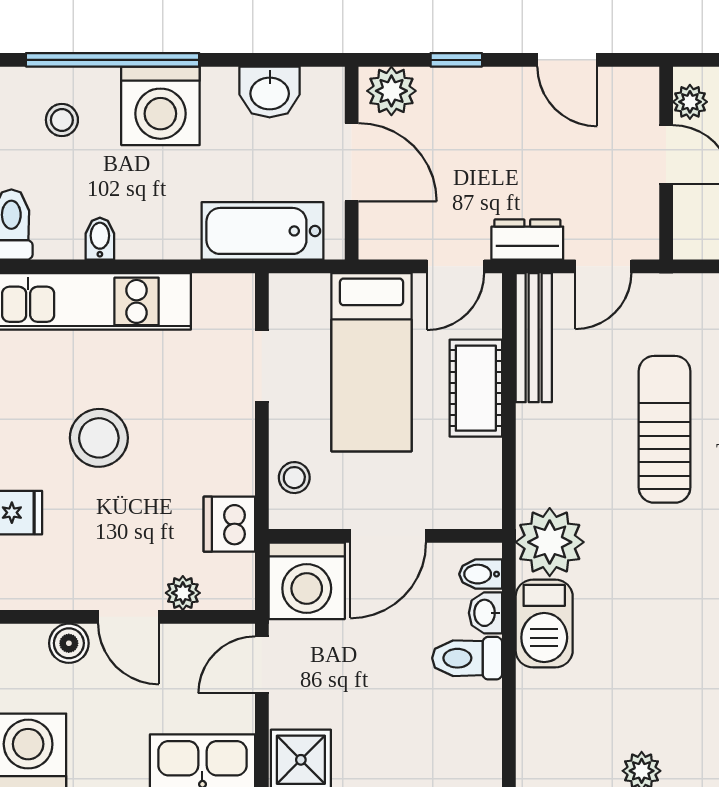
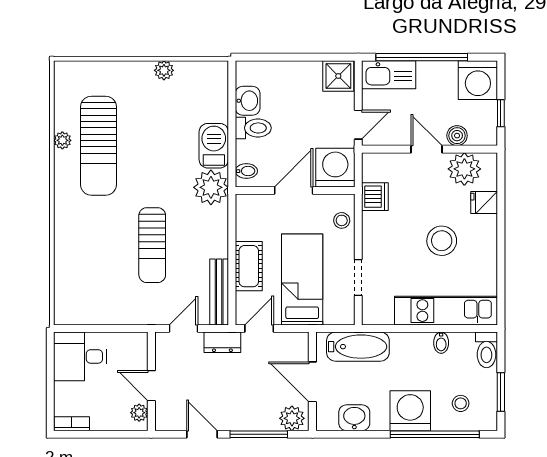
window: (456, 60) -> (259, 434), width x2.17
plant: (183, 593) -> (464, 169), moved, width x1.88, depth x1.88
washbasin: (486, 613) -> (248, 101), moved, width x1.38, depth x1.45

